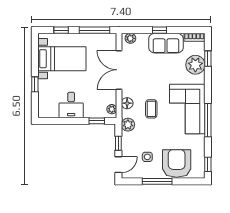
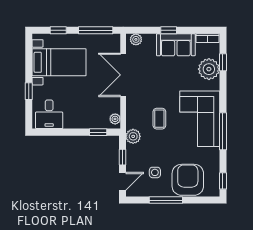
floor lamp: (127, 103) -> (132, 112), removed
desk: (71, 105) -> (49, 114), moved

